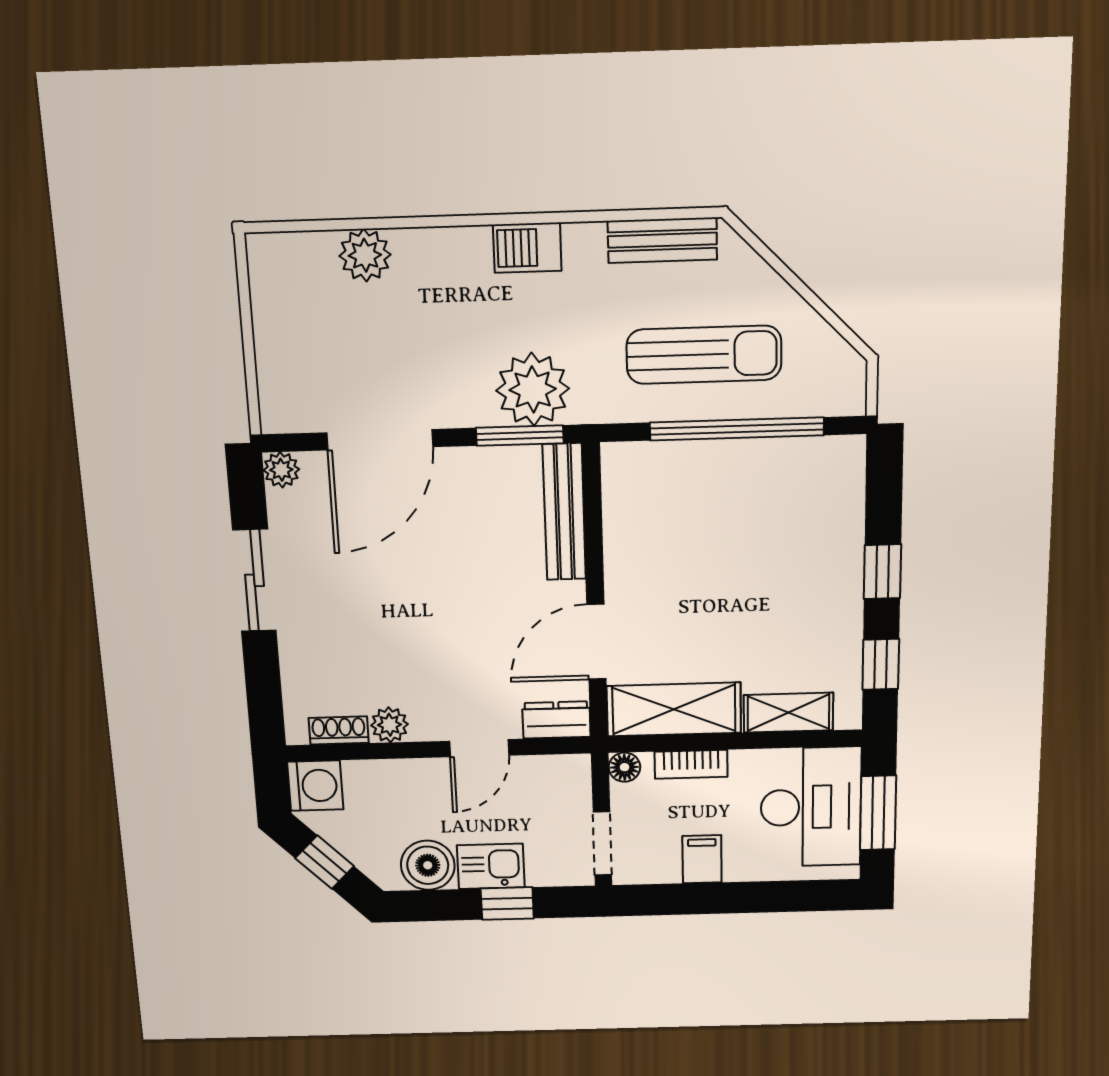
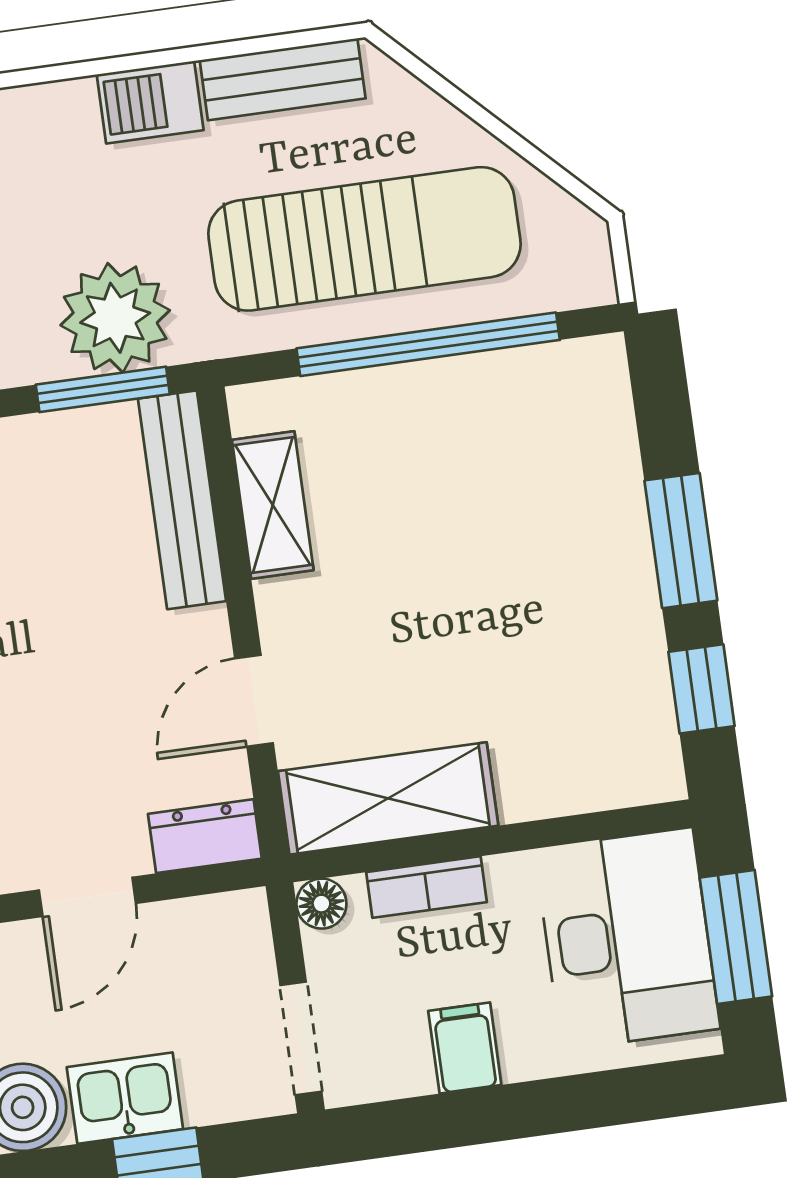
barbecue: (527, 248) -> (150, 102), moved
sun lounger: (704, 355) -> (364, 239), width x1.36, depth x1.34
window: (882, 572) -> (681, 541), width x1.50
door: (596, 642) -> (254, 701), width x0.73
shelving: (788, 713) -> (273, 505), moved, turned 90

